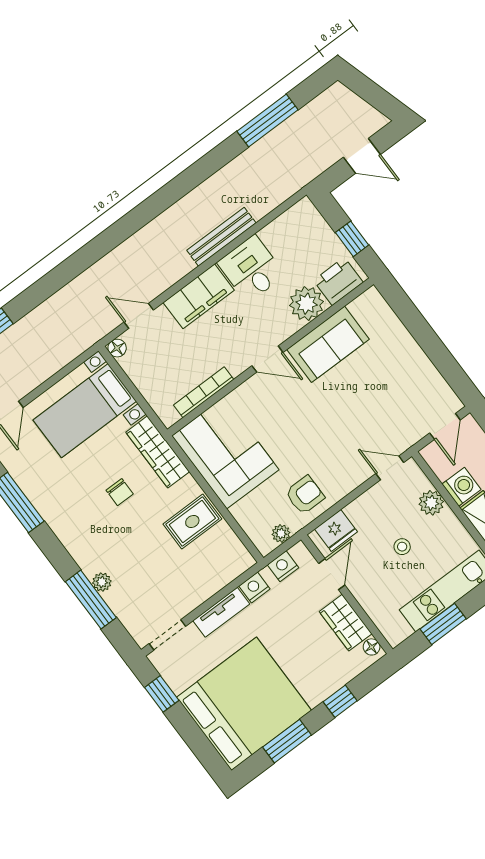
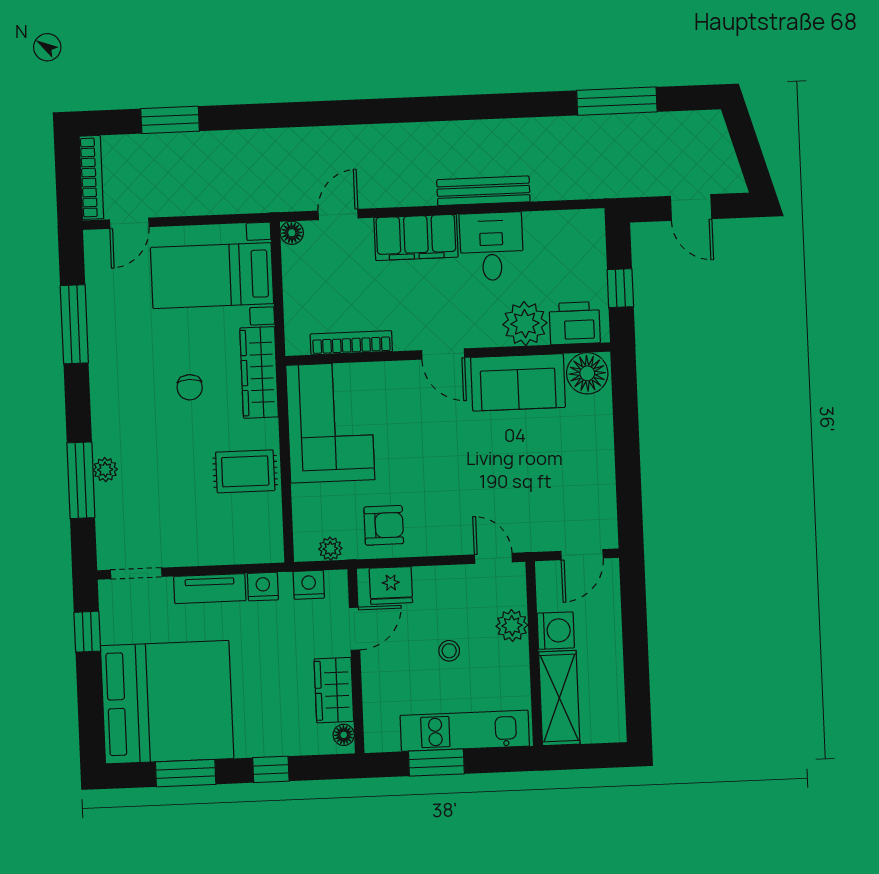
floor lamp: (368, 308) -> (587, 373), added
door: (139, 316) -> (338, 215), hinge flipped

